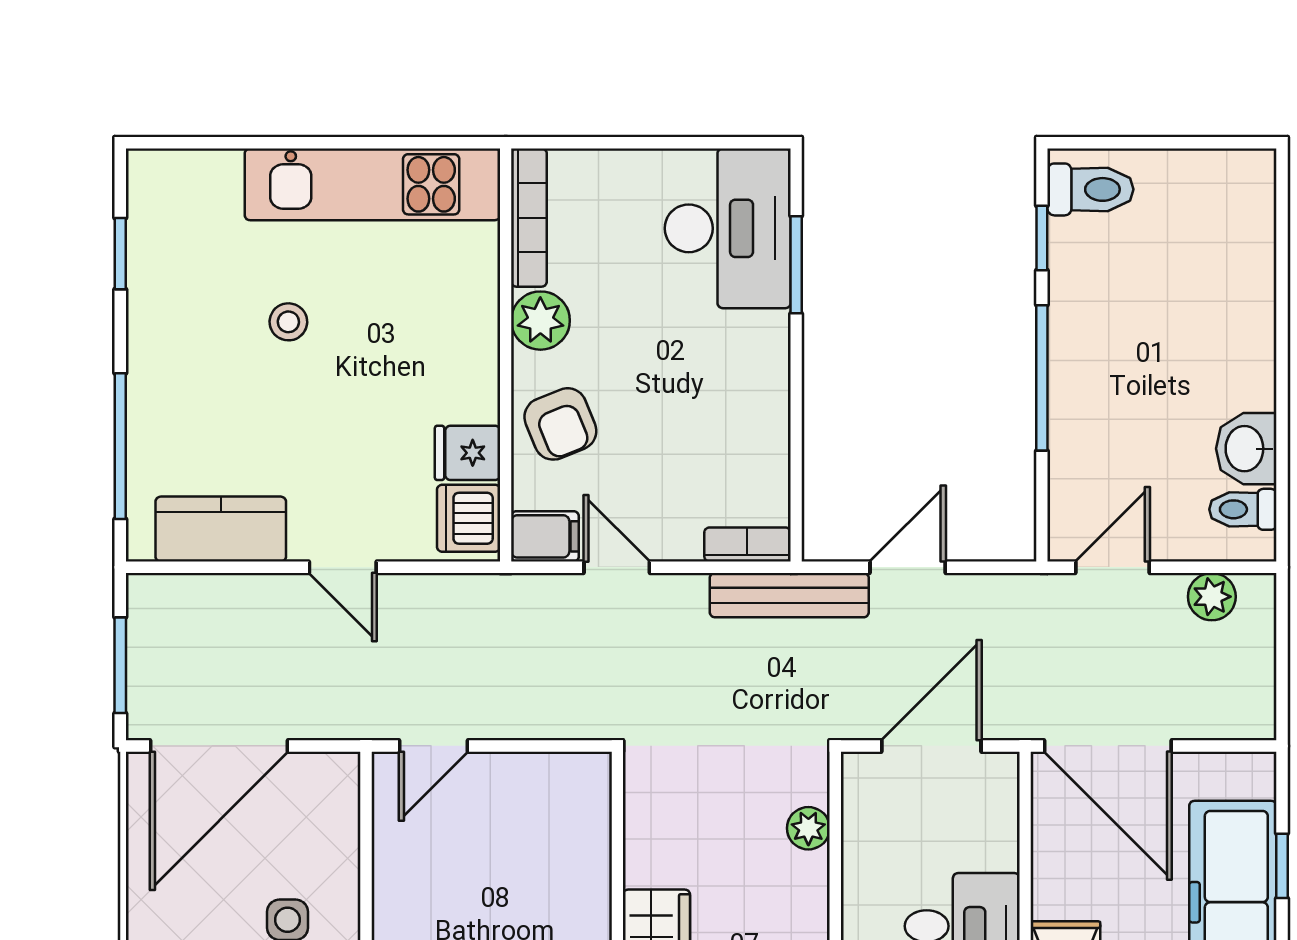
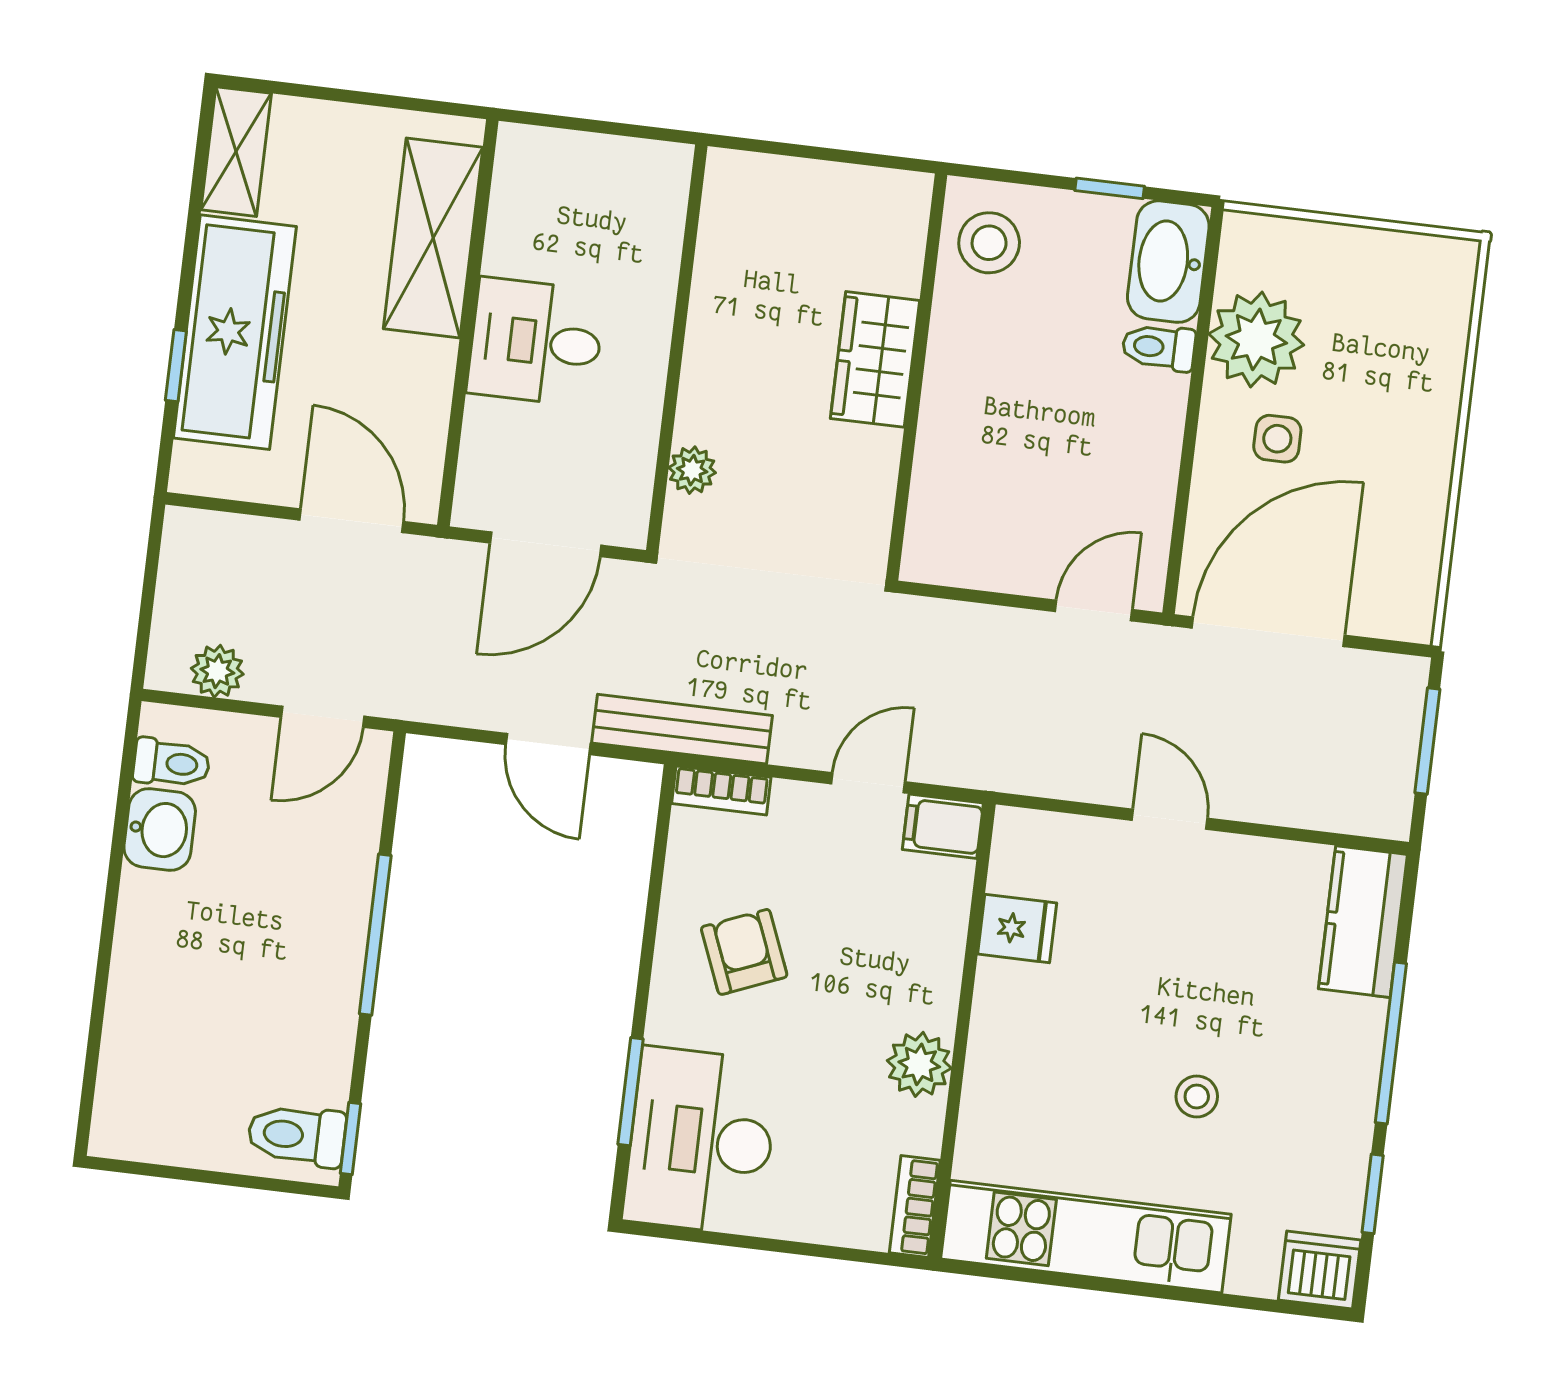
bookcase: (529, 218) -> (915, 1207), width x0.64
window: (1042, 238) -> (351, 1138), moved
armchair: (560, 424) -> (744, 952), moved
window: (120, 446) -> (1391, 1043), moved
dishwasher: (469, 518) -> (1320, 1270), moved, turned -90
kitchen counter: (221, 529) -> (1363, 922), moved, turned 90
door: (617, 567) -> (868, 783), swing flipped
door: (908, 567) -> (548, 744), hinge flipped
door: (219, 746) -> (1268, 632), moved
door: (1108, 746) -> (352, 521), width x0.73

